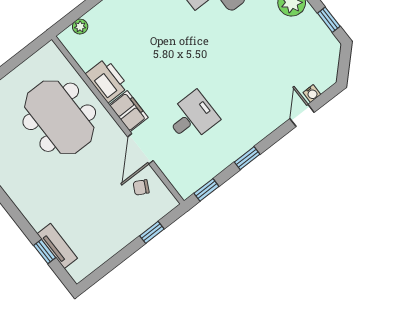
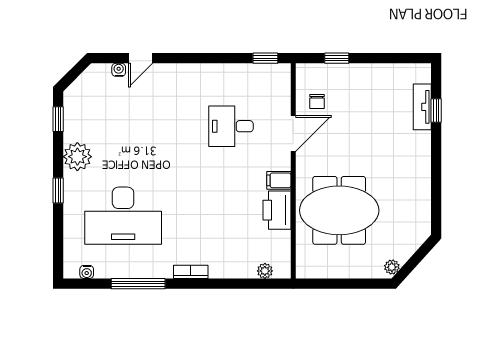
filing cabinet: (129, 111) -> (279, 180), width x0.50
meeting table: (59, 117) -> (339, 210), turned 90
window: (247, 158) -> (212, 58), removed
chair: (141, 187) -> (317, 102), turned 62

